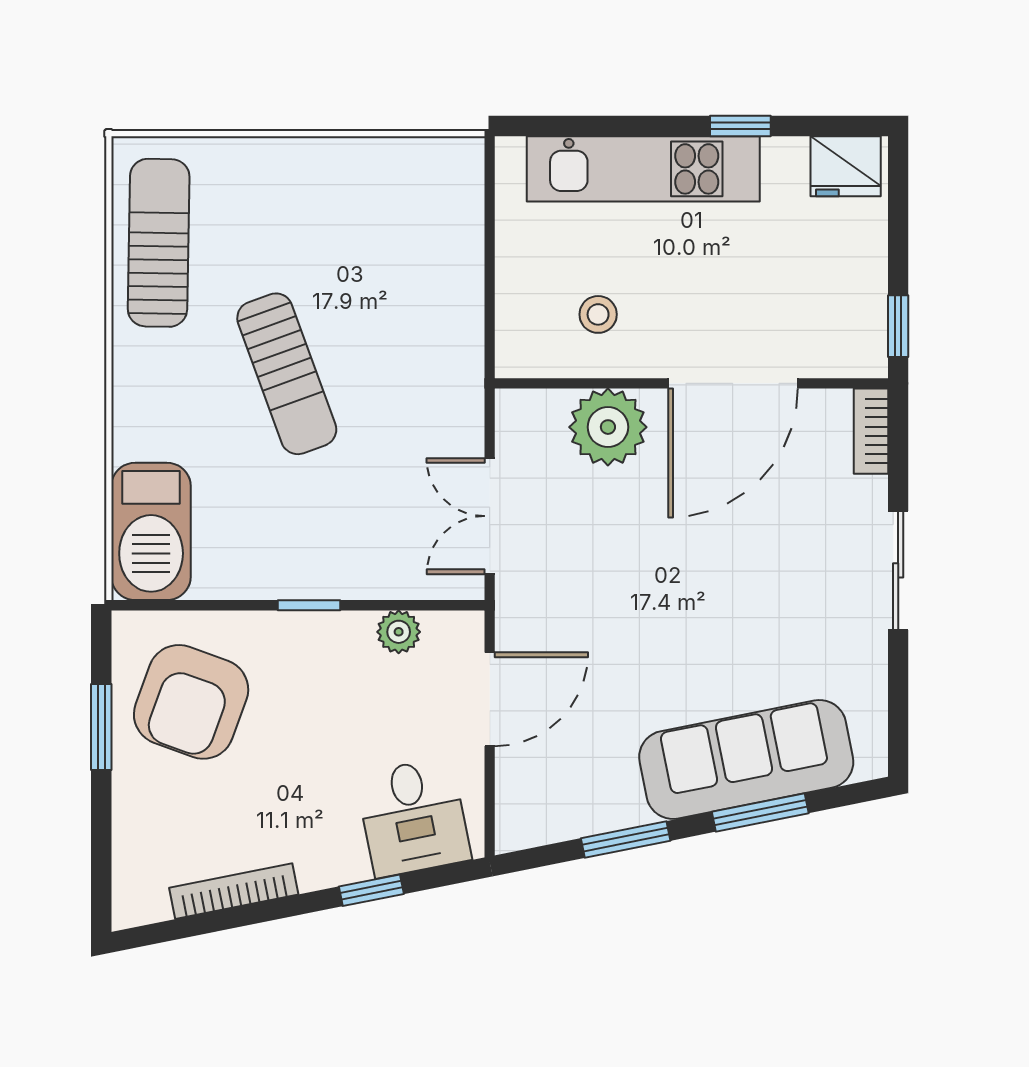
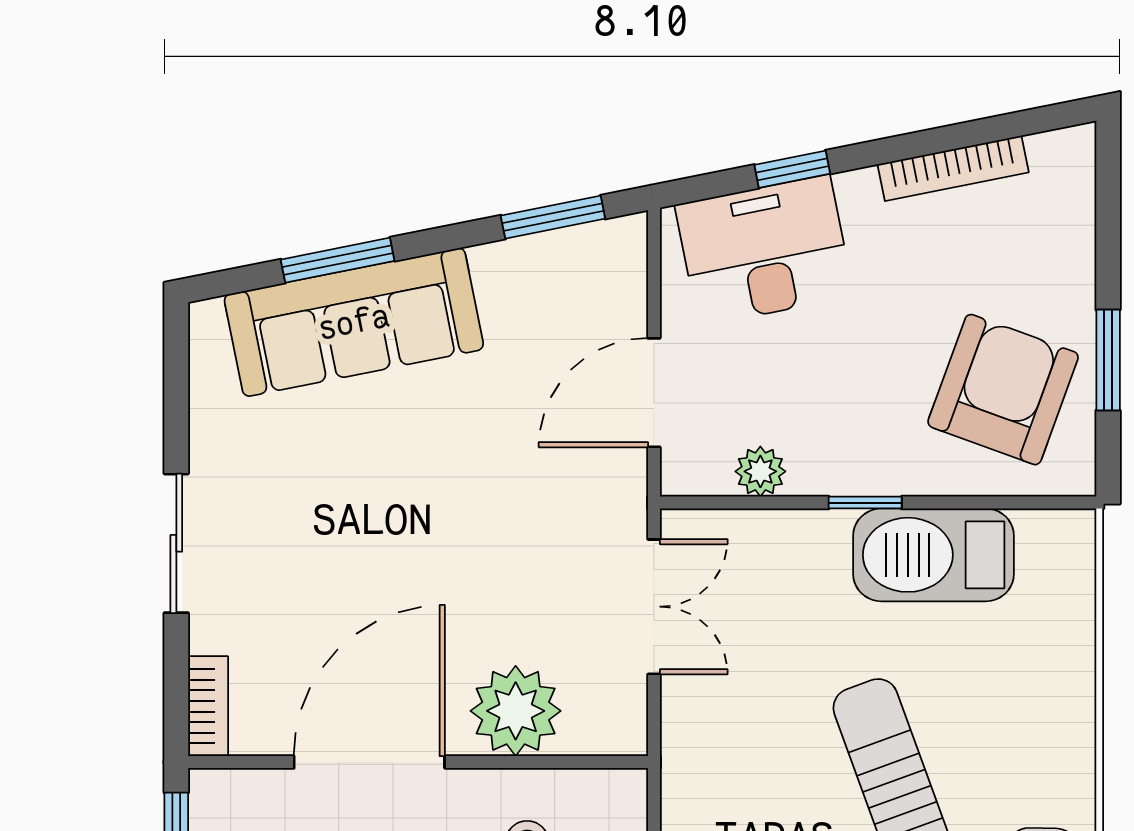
barbecue: (151, 531) -> (934, 555), moved, turned -90
desk: (413, 817) -> (764, 250), width x1.37
window: (626, 839) -> (553, 217), moved

